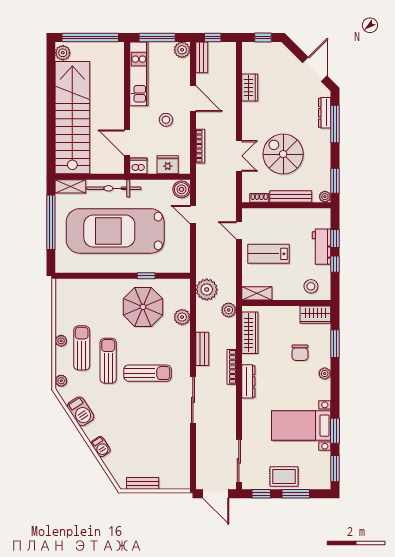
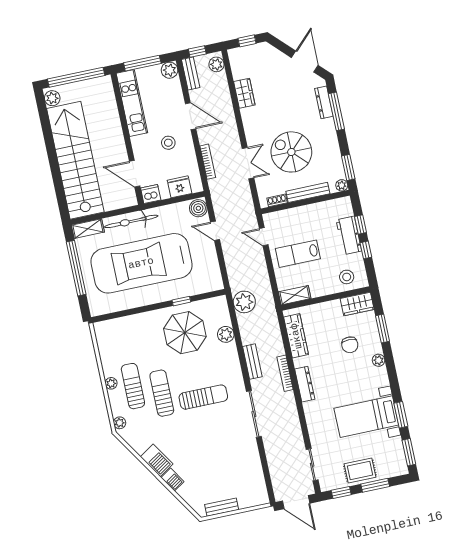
plant: (229, 310) -> (216, 64), moved
barbecue: (81, 411) -> (157, 460), moved
sliding door: (239, 461) -> (312, 465), width x0.73

